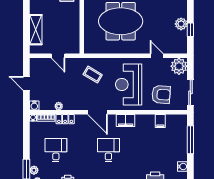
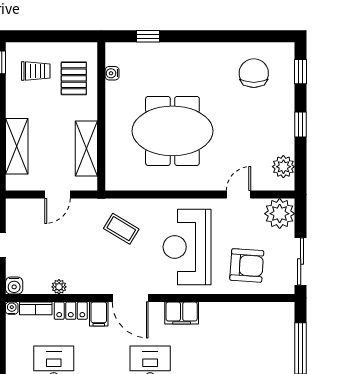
plant: (181, 24) -> (283, 167), moved
window: (190, 30) -> (301, 124), moved
shelving: (74, 31) -> (86, 148), added
door: (58, 56) -> (57, 194), hinge flipped
door: (157, 56) -> (239, 194), hinge flipped
filing cabinet: (160, 121) -> (99, 314), moved

